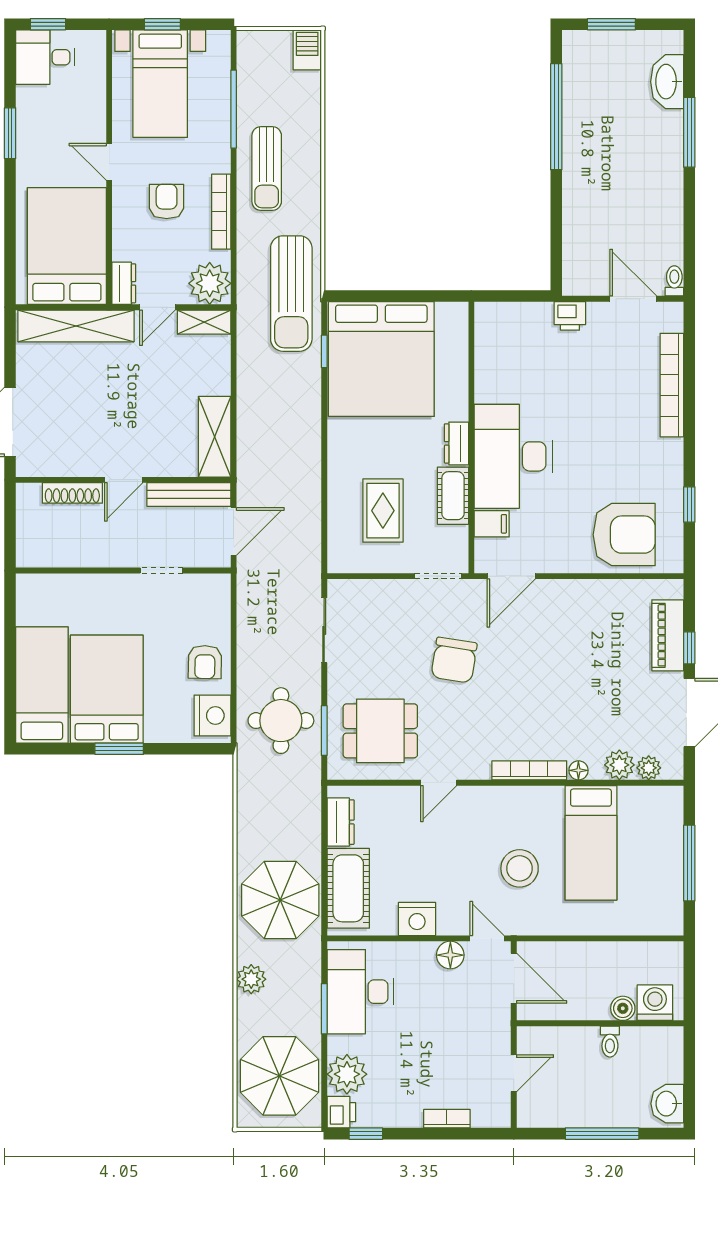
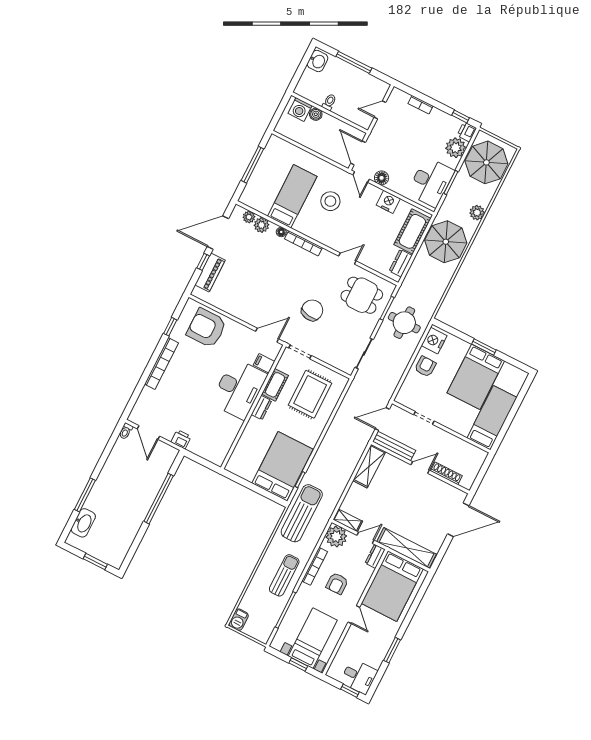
window: (556, 117) -> (159, 499), moved
bed: (381, 359) -> (282, 466), width x0.73
bookcase: (672, 385) -> (161, 363), moved
rug: (383, 511) -> (310, 394), width x1.36, depth x1.43
bed: (42, 685) -> (492, 418), moved, turned 180

